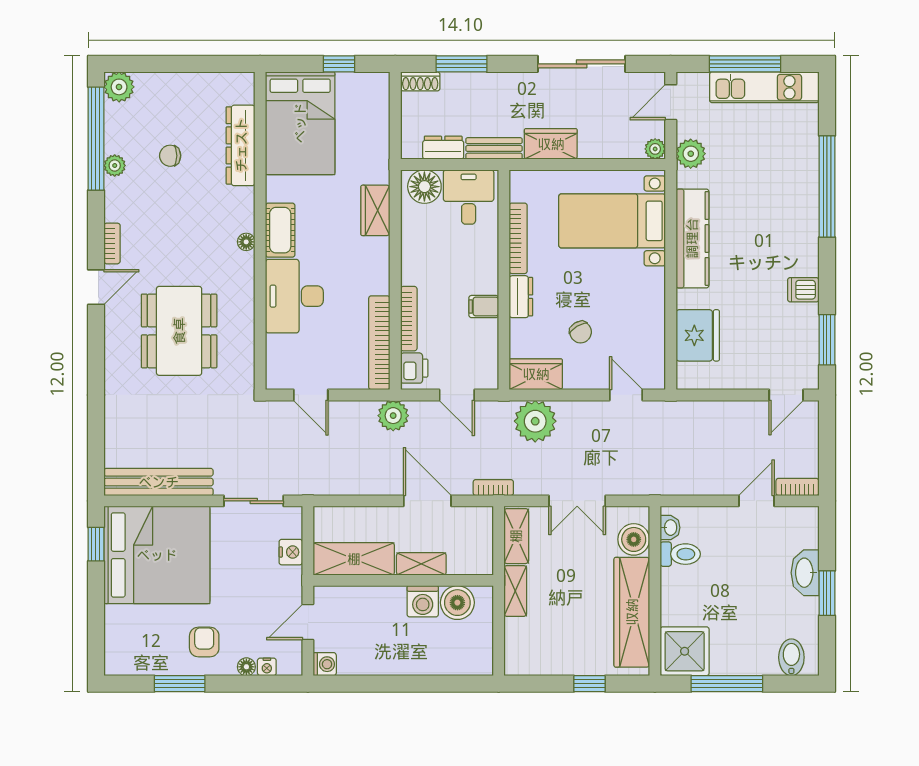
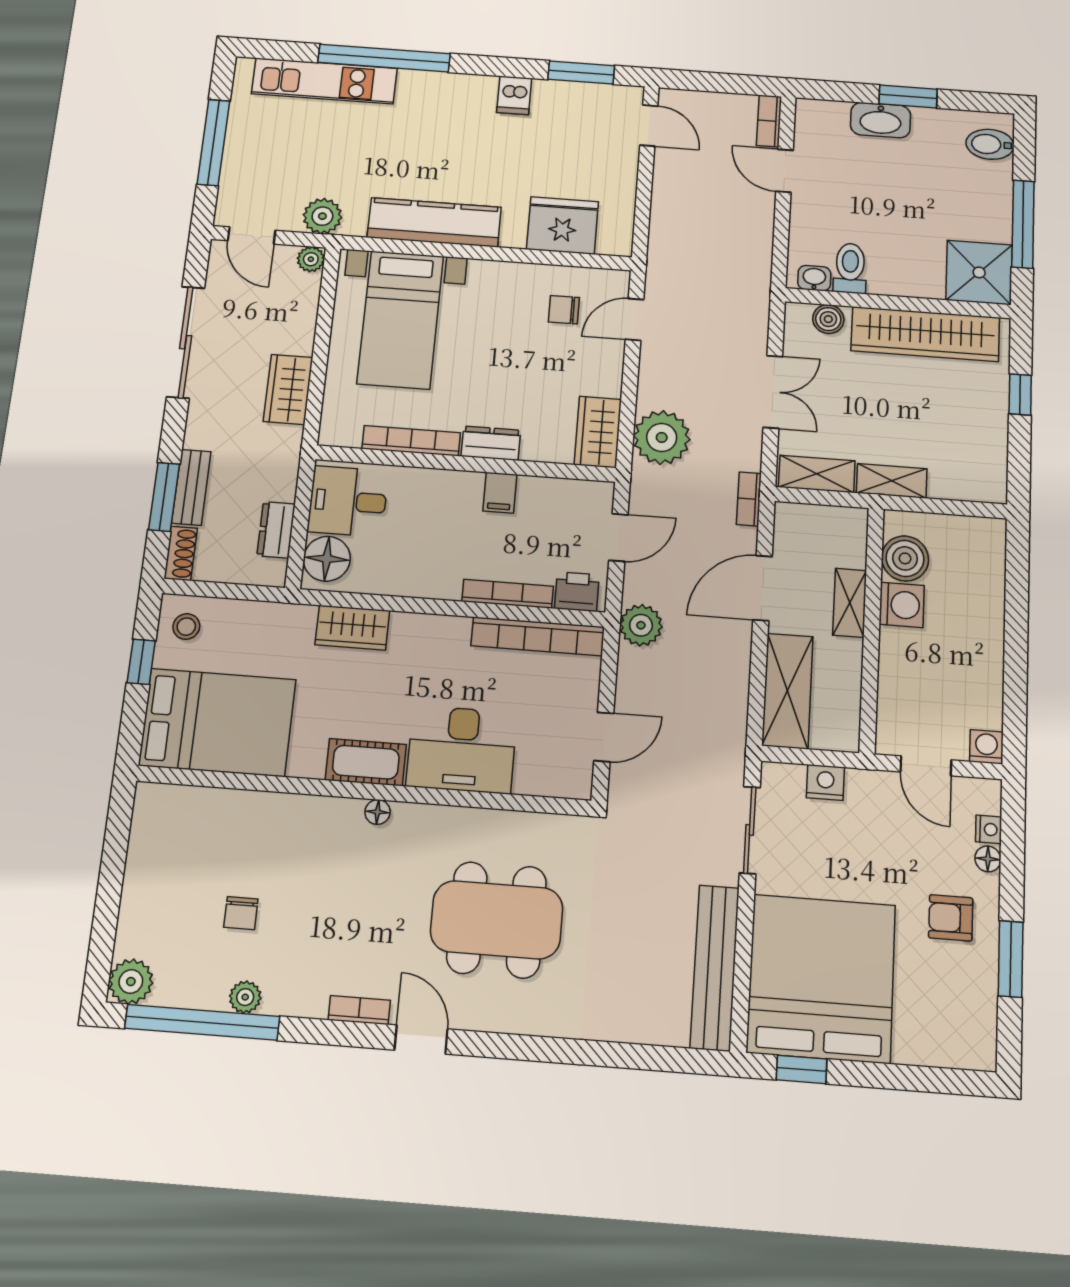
kitchen unit: (764, 87) -> (324, 81), moved, turned 90
stool: (367, 92) -> (186, 627), added
dresser: (241, 145) -> (239, 809), removed
bench: (494, 148) -> (191, 487), moved
chair: (581, 332) -> (564, 310), moved, turned -149
boiler: (634, 539) -> (828, 319), width x0.73, depth x0.73
shelving: (354, 559) -> (788, 691), moved

